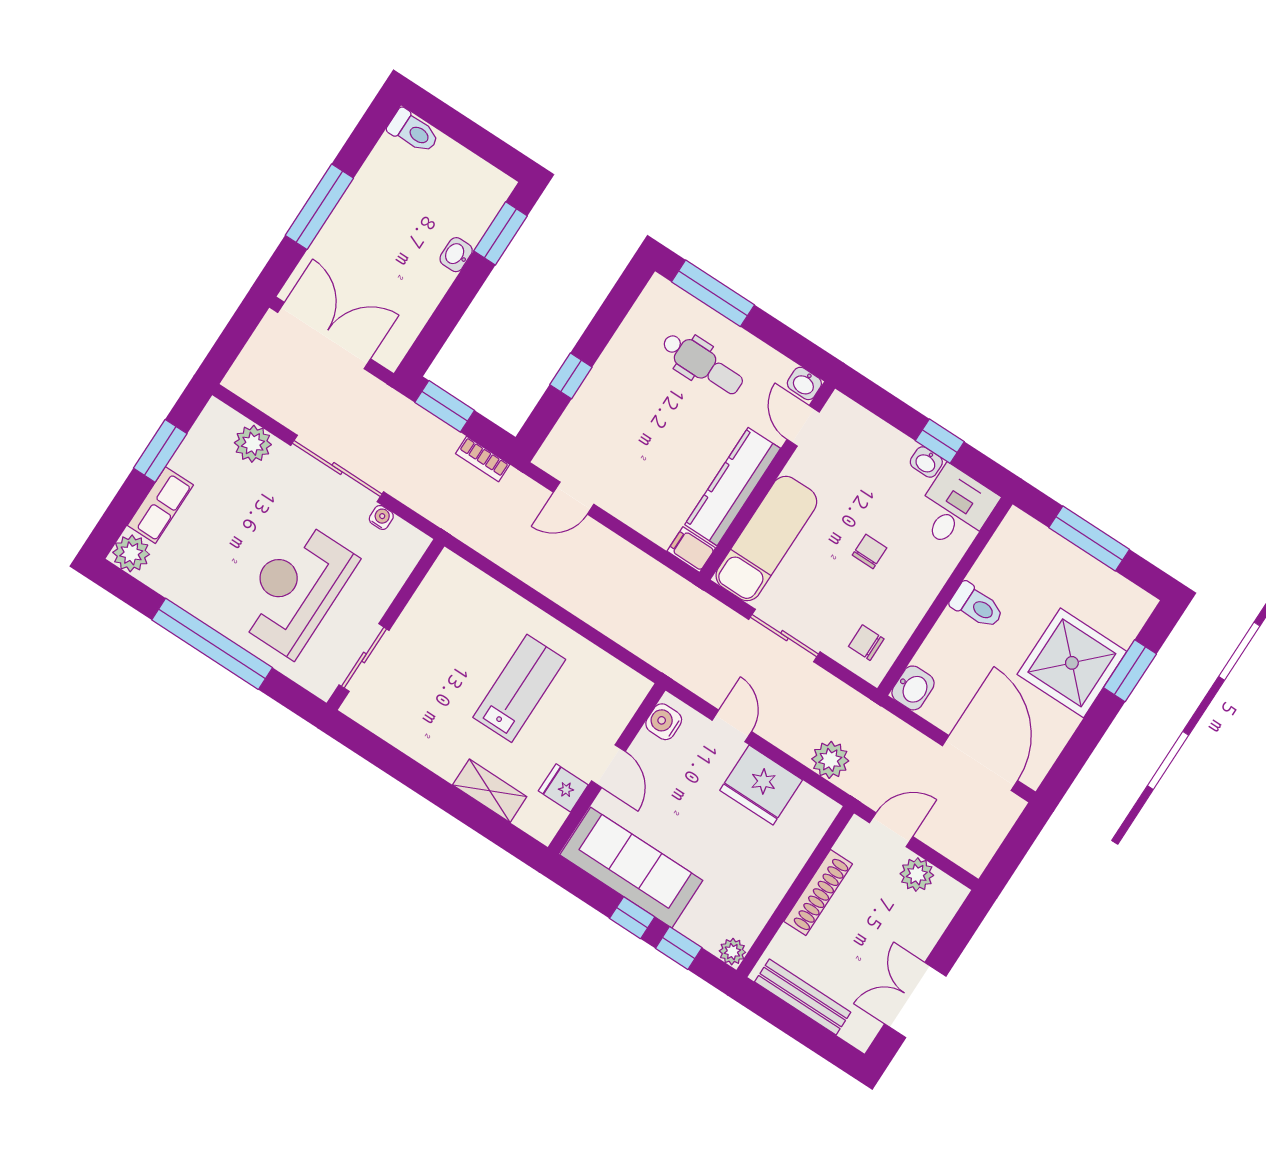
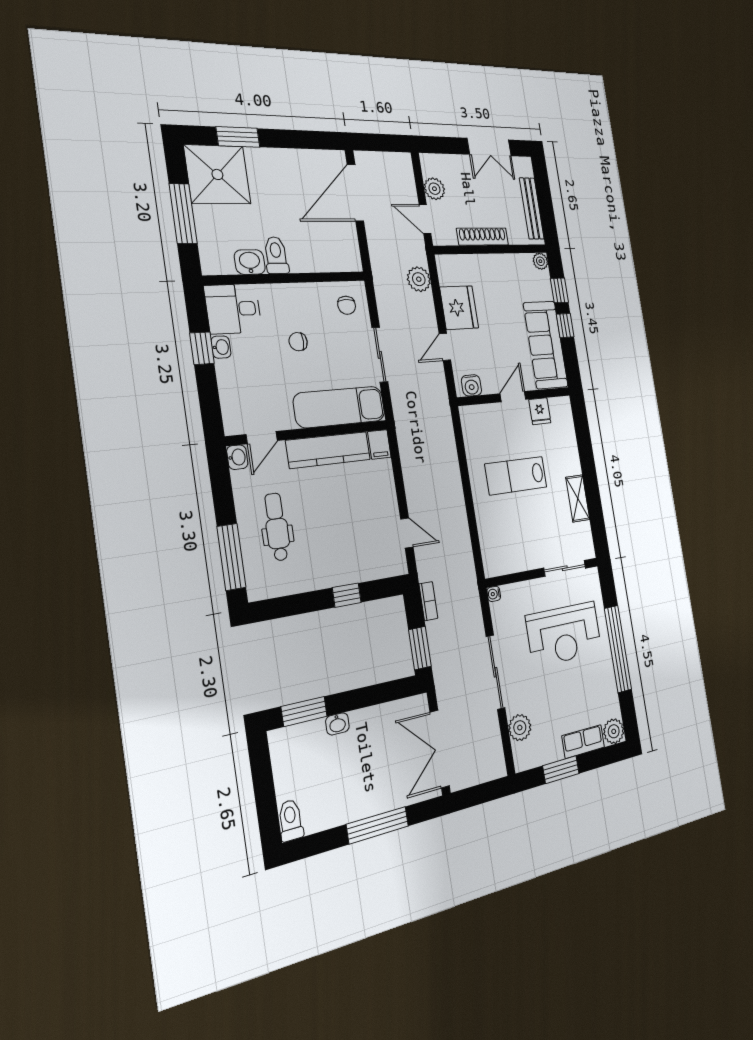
water cooler: (381, 517) -> (494, 594), moved
shower: (1072, 663) -> (217, 174), moved
washbasin: (913, 688) -> (250, 262), moved
shelving: (490, 791) -> (578, 498), moved

